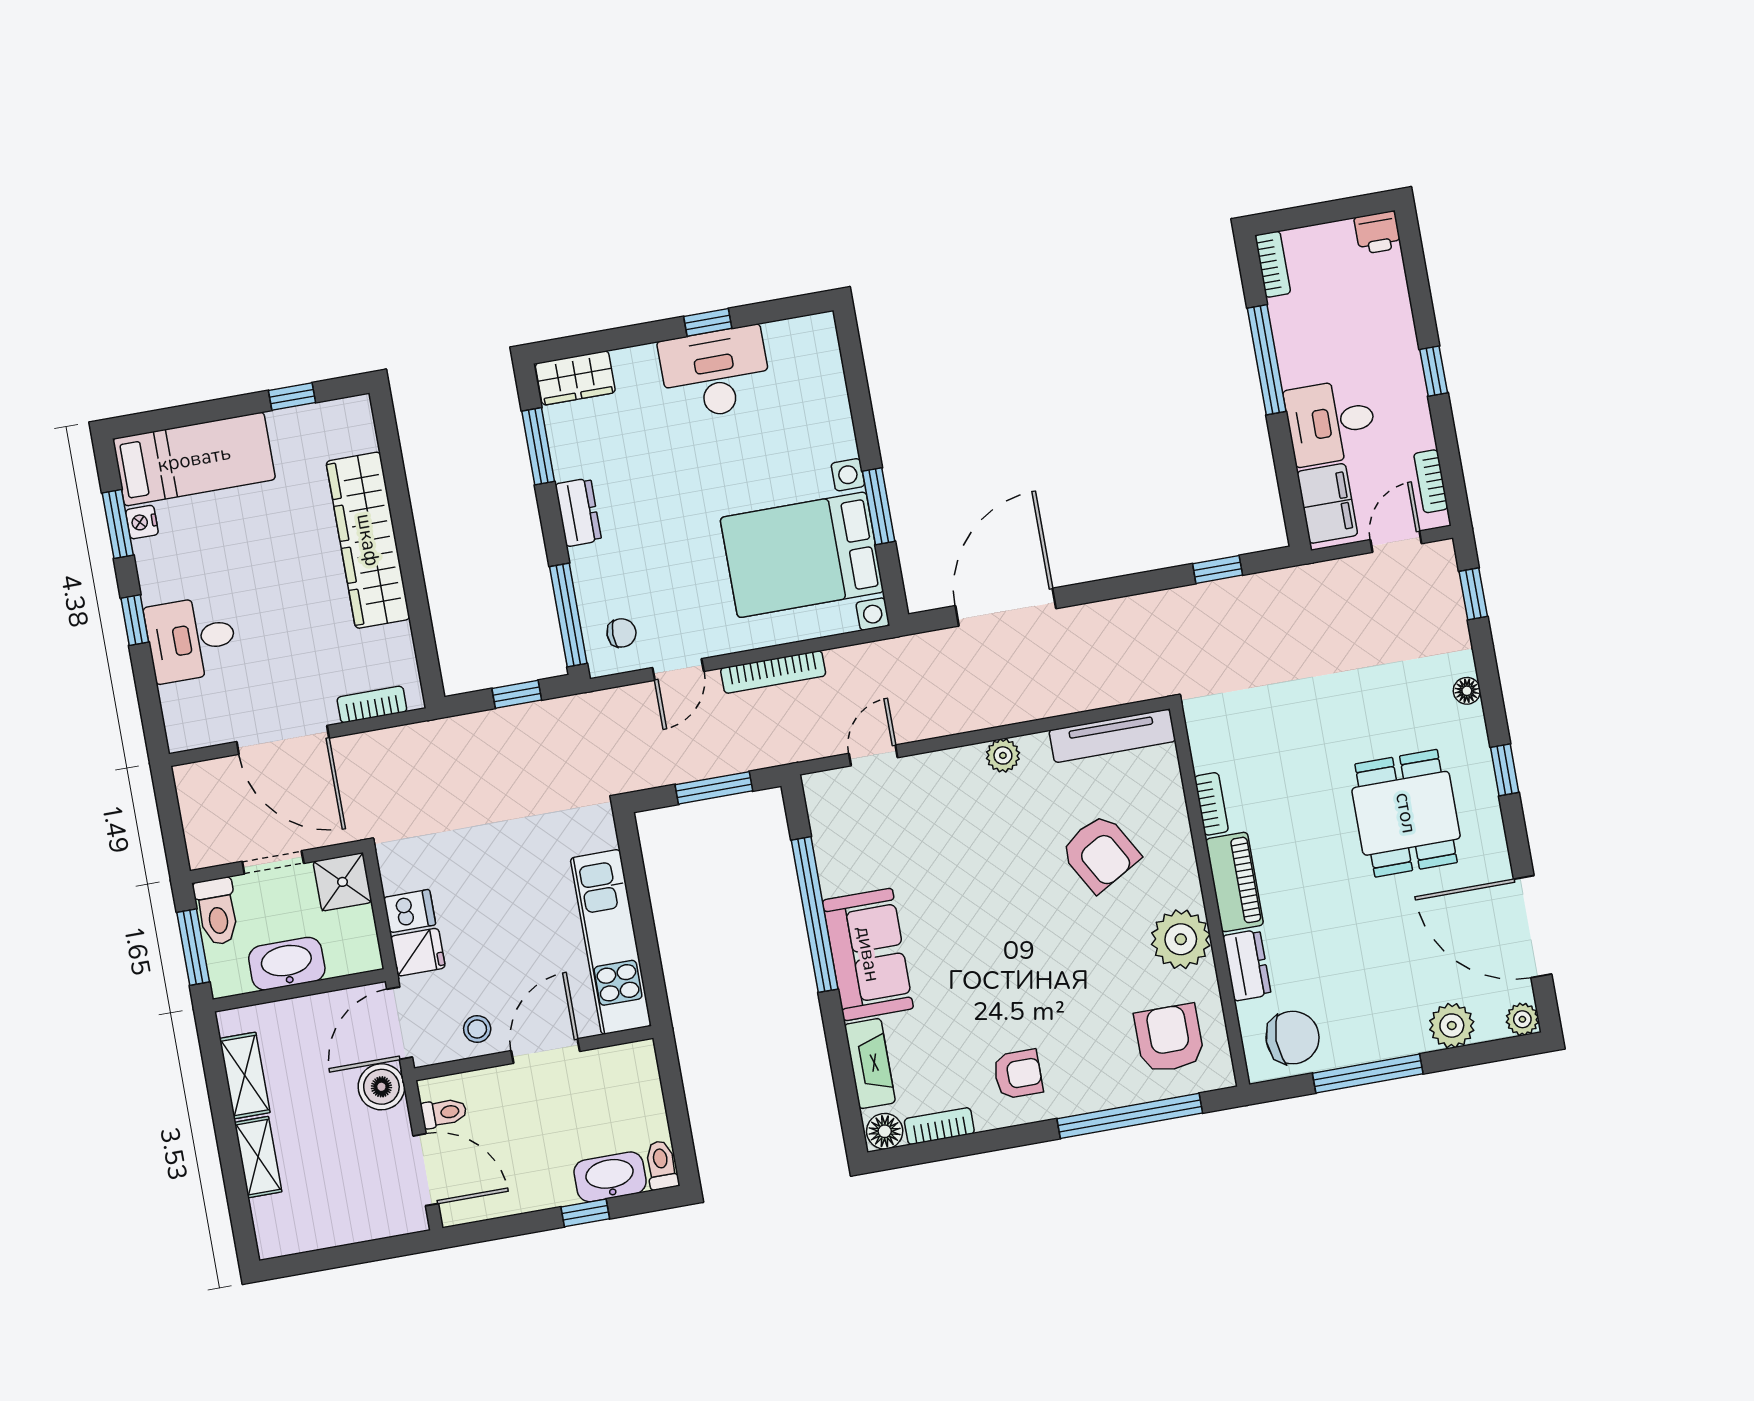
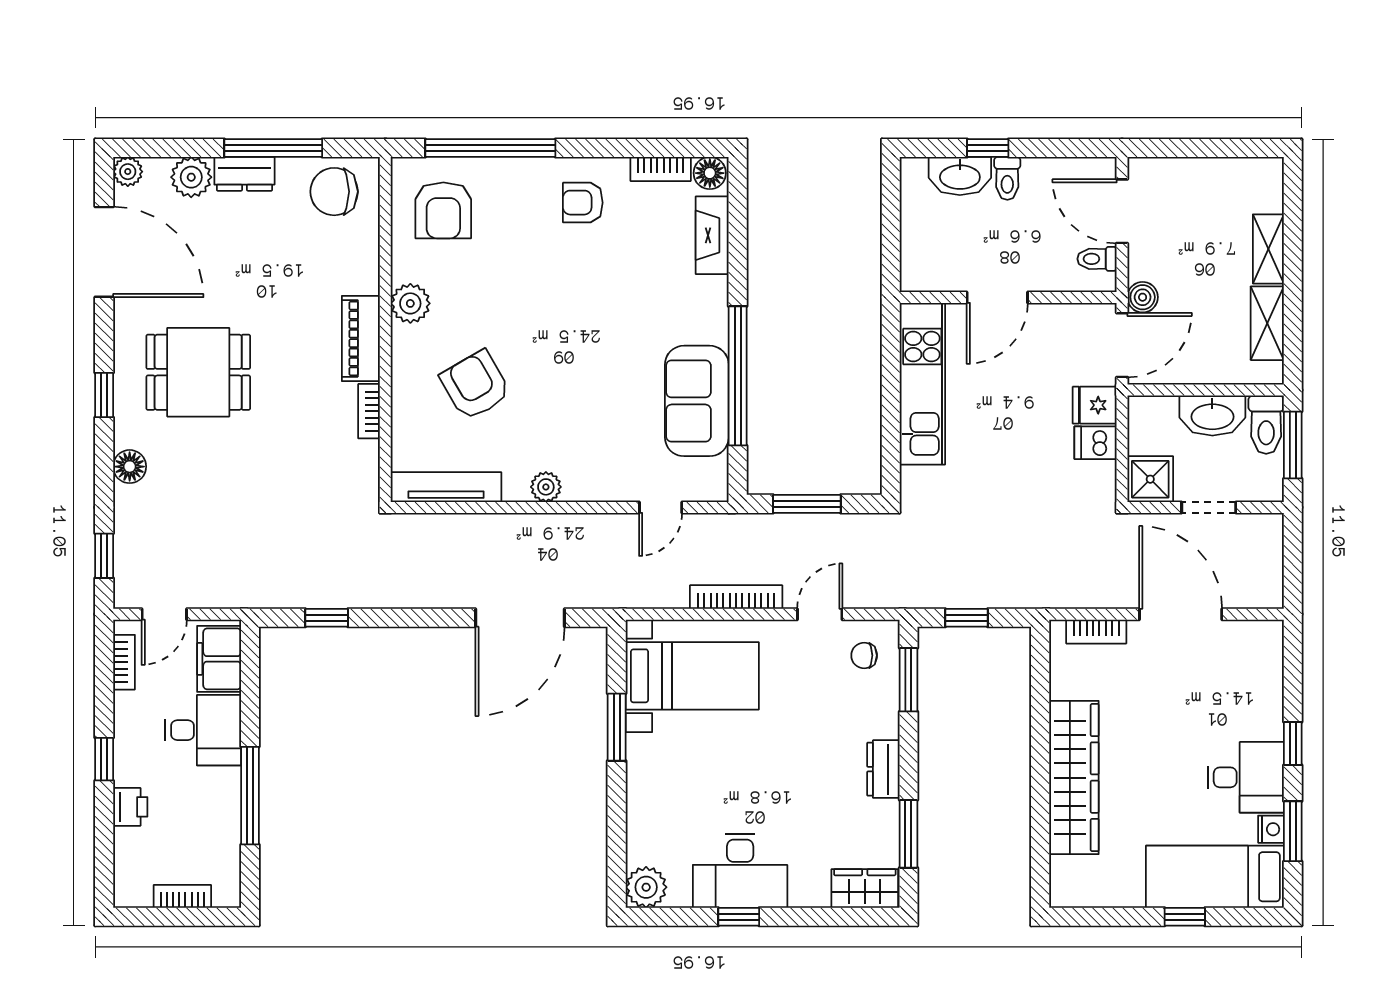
printer: (1378, 233) -> (130, 807), moved, turned 90
bookcase: (1273, 264) -> (182, 896), moved, turned 90
plant: (815, 337) -> (646, 887), added
window: (292, 396) -> (1185, 917), moved
bed with nightstands: (802, 555) -> (692, 676), width x0.73
window: (568, 615) -> (908, 680), width x0.69
desk: (191, 639) -> (1246, 777), moved
floor lamp: (1467, 691) -> (130, 467), width x1.37, depth x1.37
dining table: (1406, 813) -> (198, 372), turned 90
toilet: (217, 911) -> (1266, 425), moved, turned 180
plant: (1181, 939) -> (410, 303), width x0.73, depth x0.73
sofa: (868, 954) -> (697, 401), moved
dresser: (1247, 965) -> (244, 174), moved, turned -90
stool: (477, 1029) -> (1054, 328), removed
boiler: (381, 1087) -> (1143, 297), width x0.73, depth x0.73
toilet: (661, 1165) -> (1007, 178), moved

